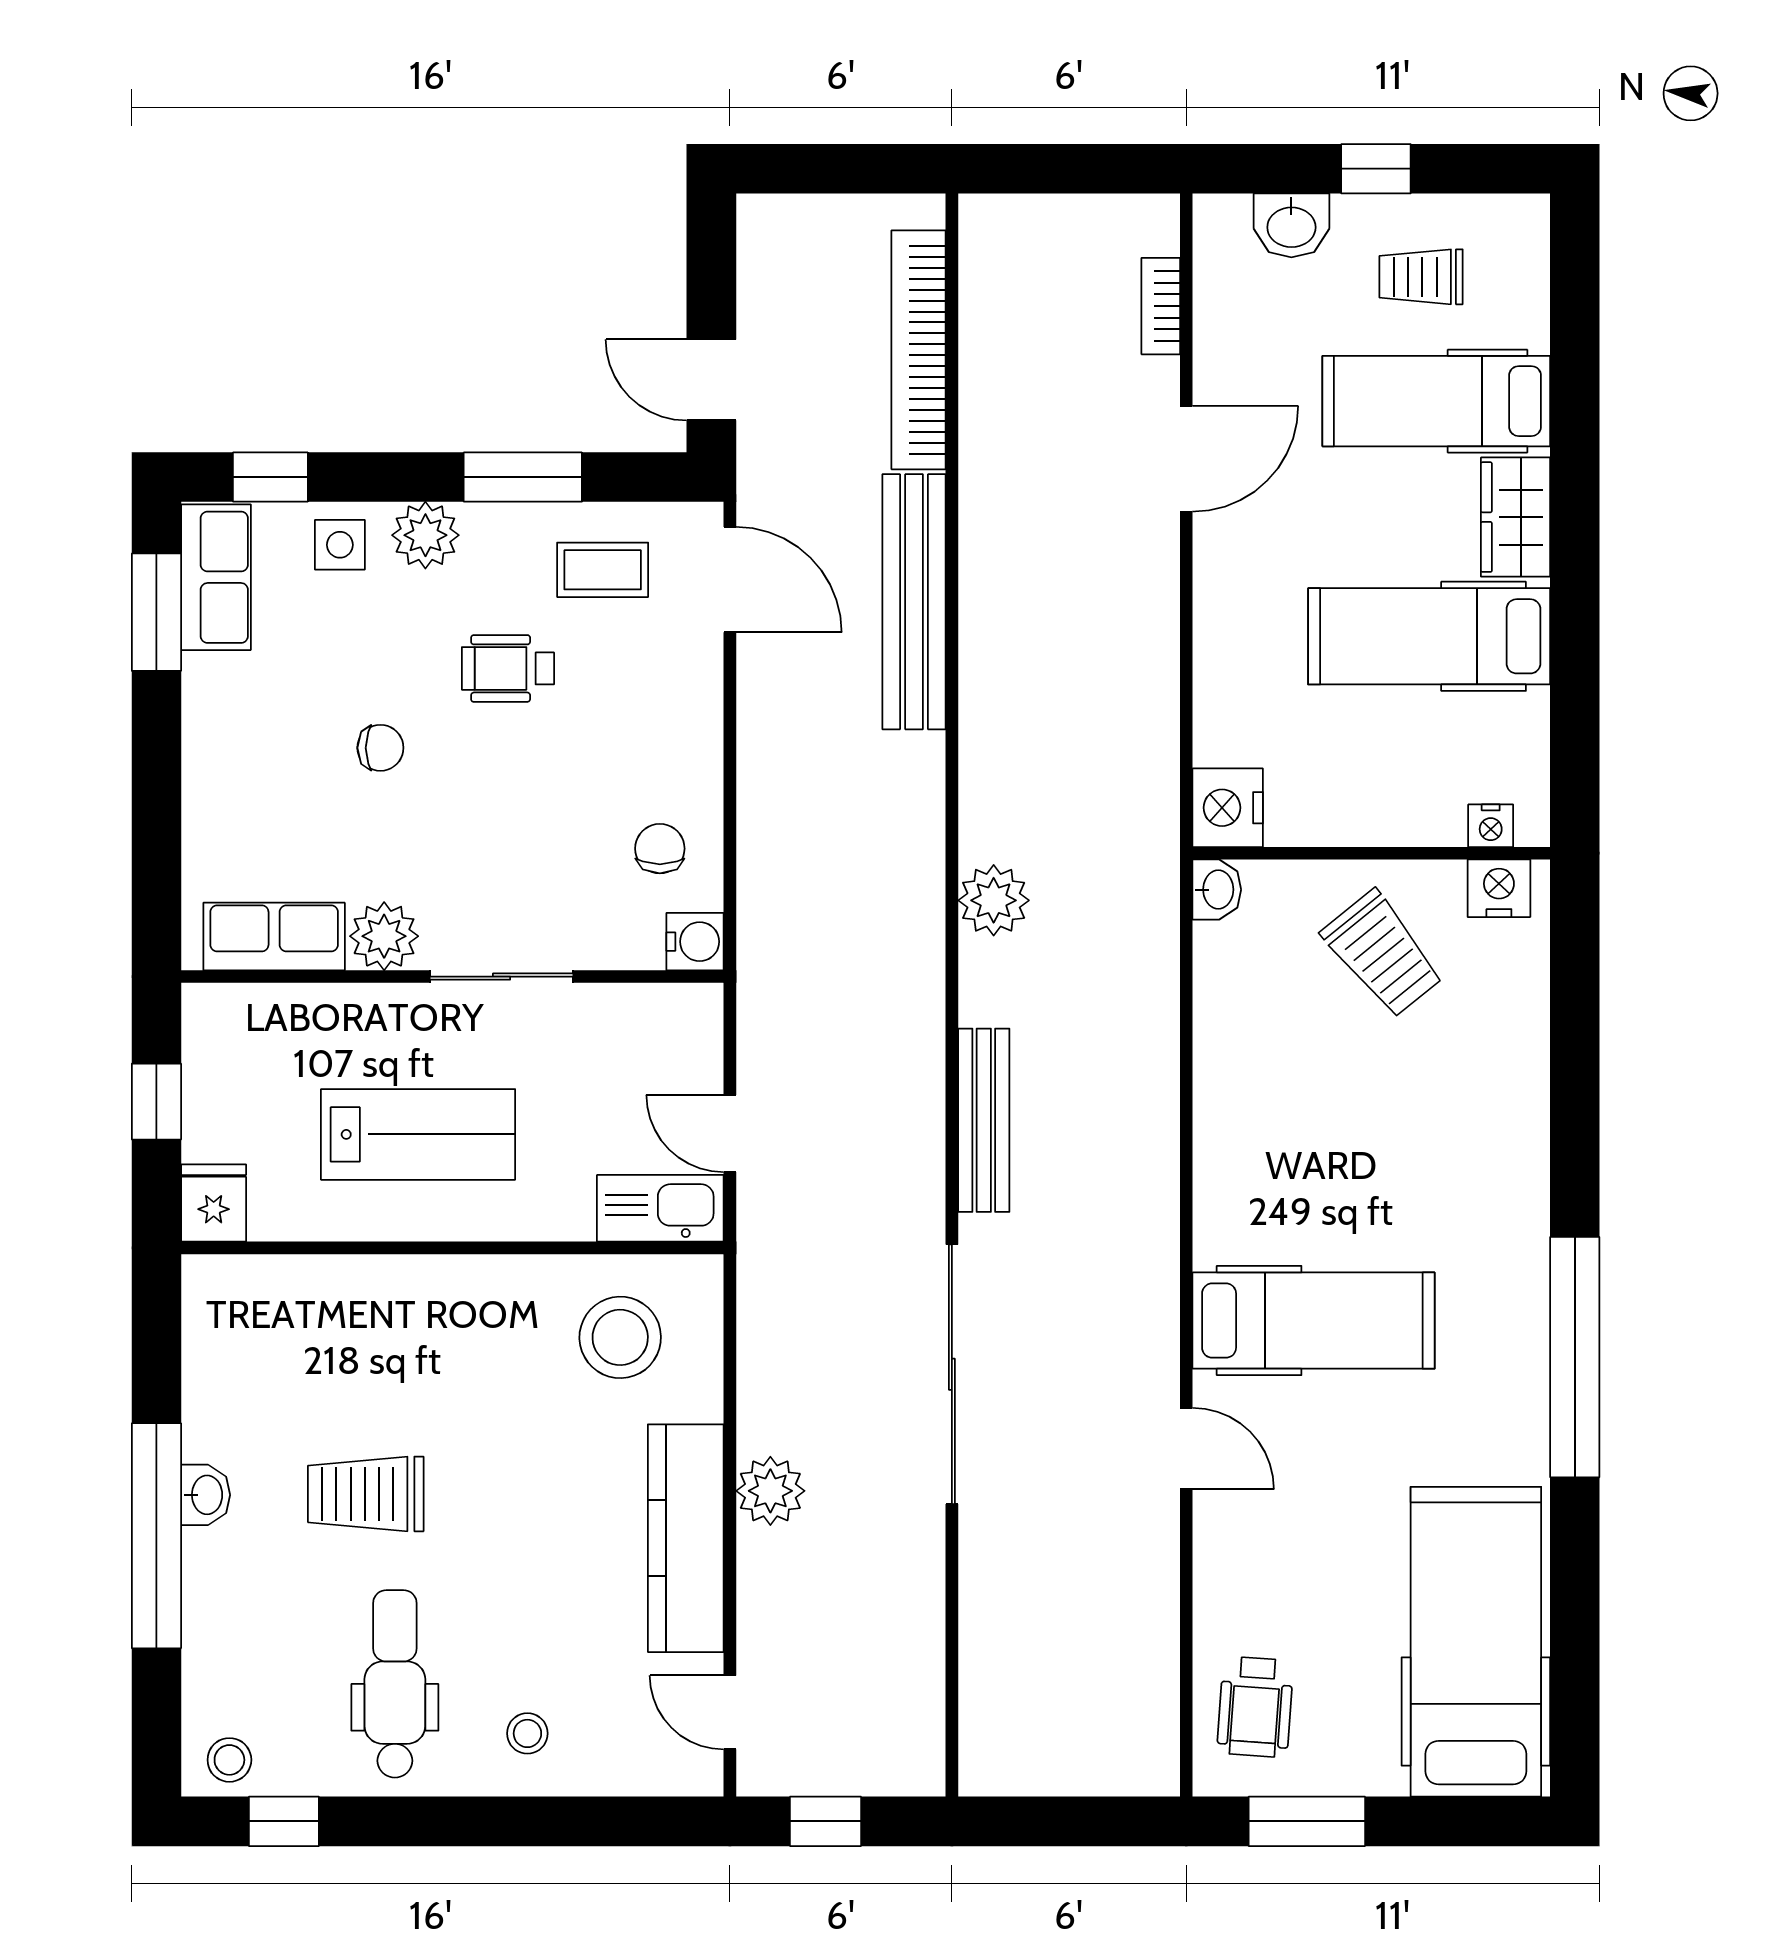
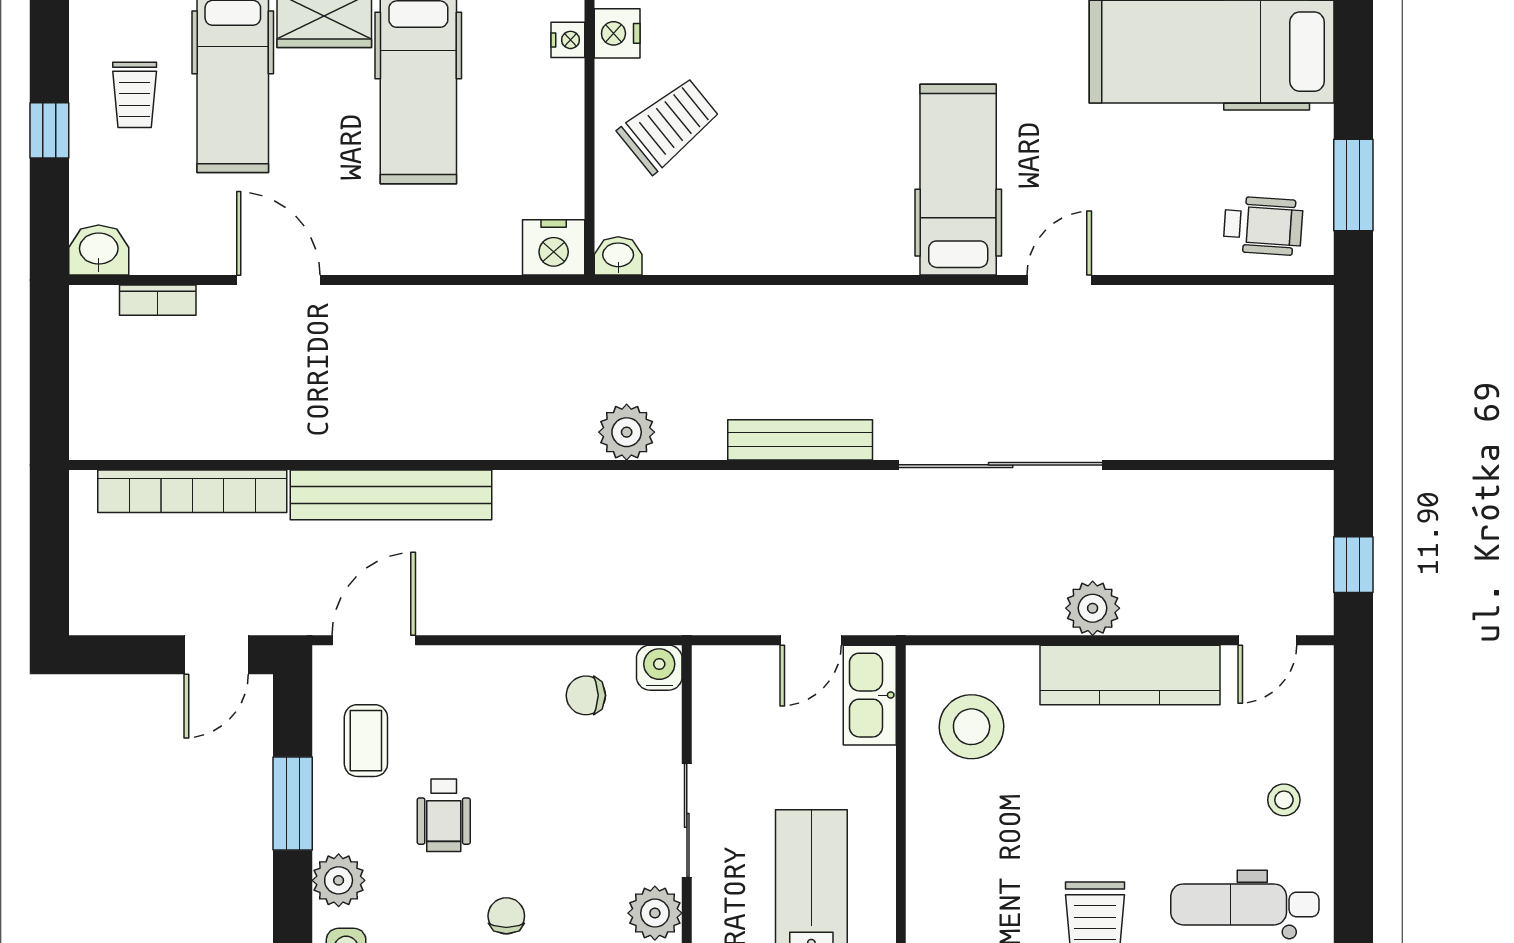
washbasin: (1291, 225) -> (99, 250), moved, turned -90

